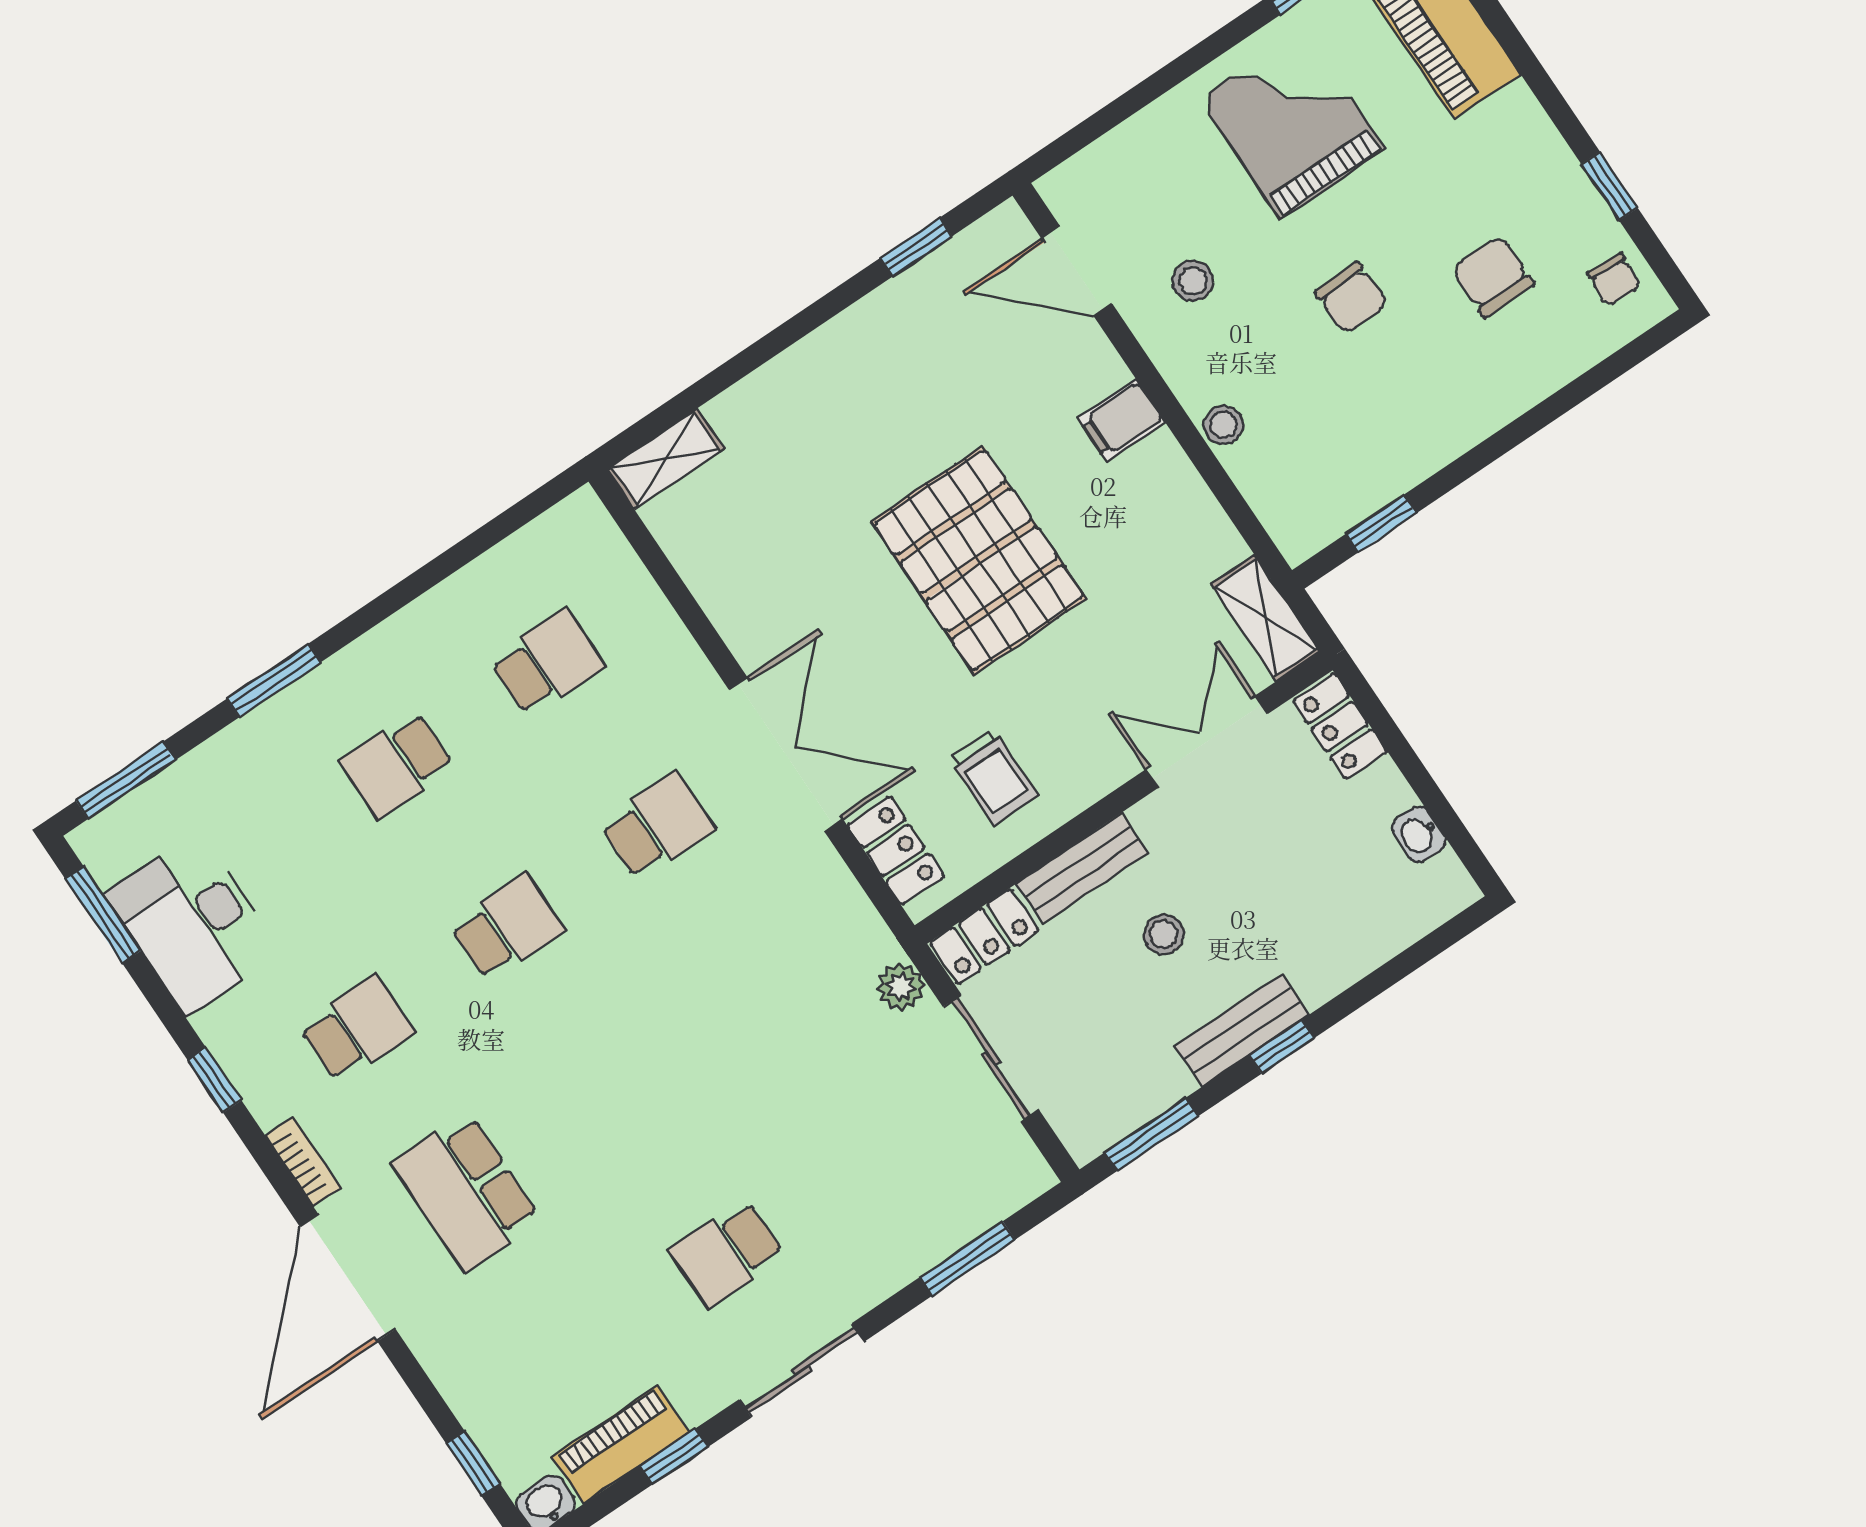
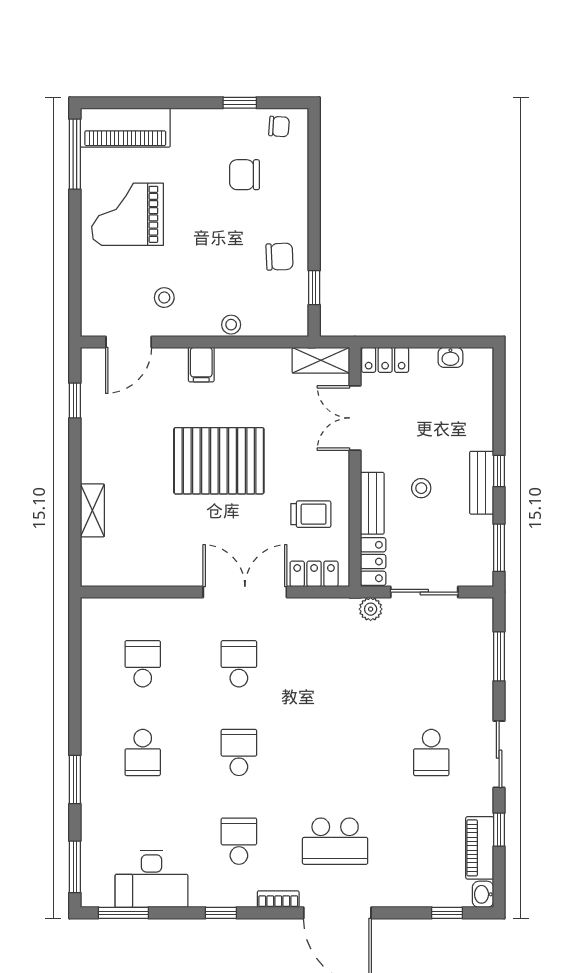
chair: (1351, 298) -> (280, 257), moved
shelving: (666, 459) -> (92, 510), moved

